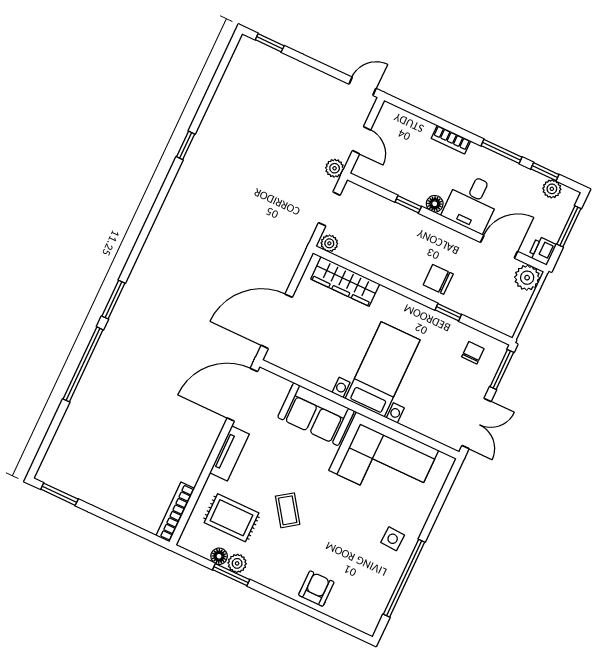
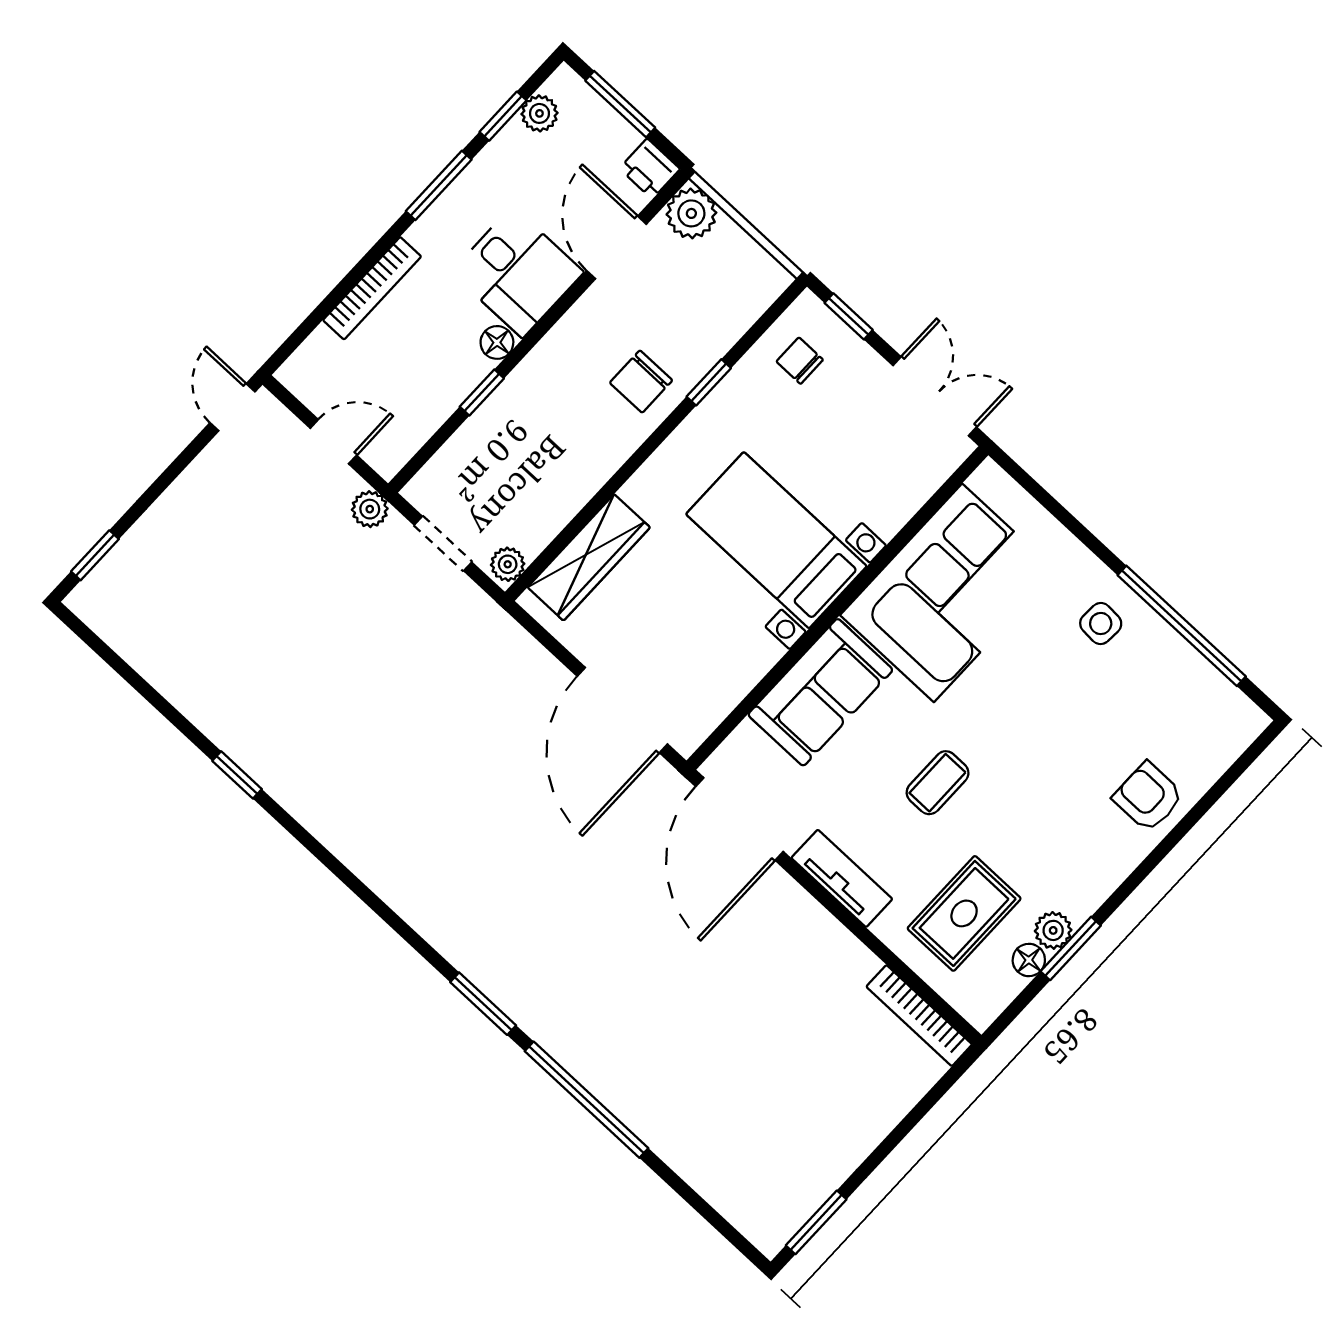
bookcase: (451, 140) -> (372, 288), width x1.56
window: (502, 370) -> (849, 316), width x0.67
coffee table: (288, 510) -> (938, 783), moved, turned -55

